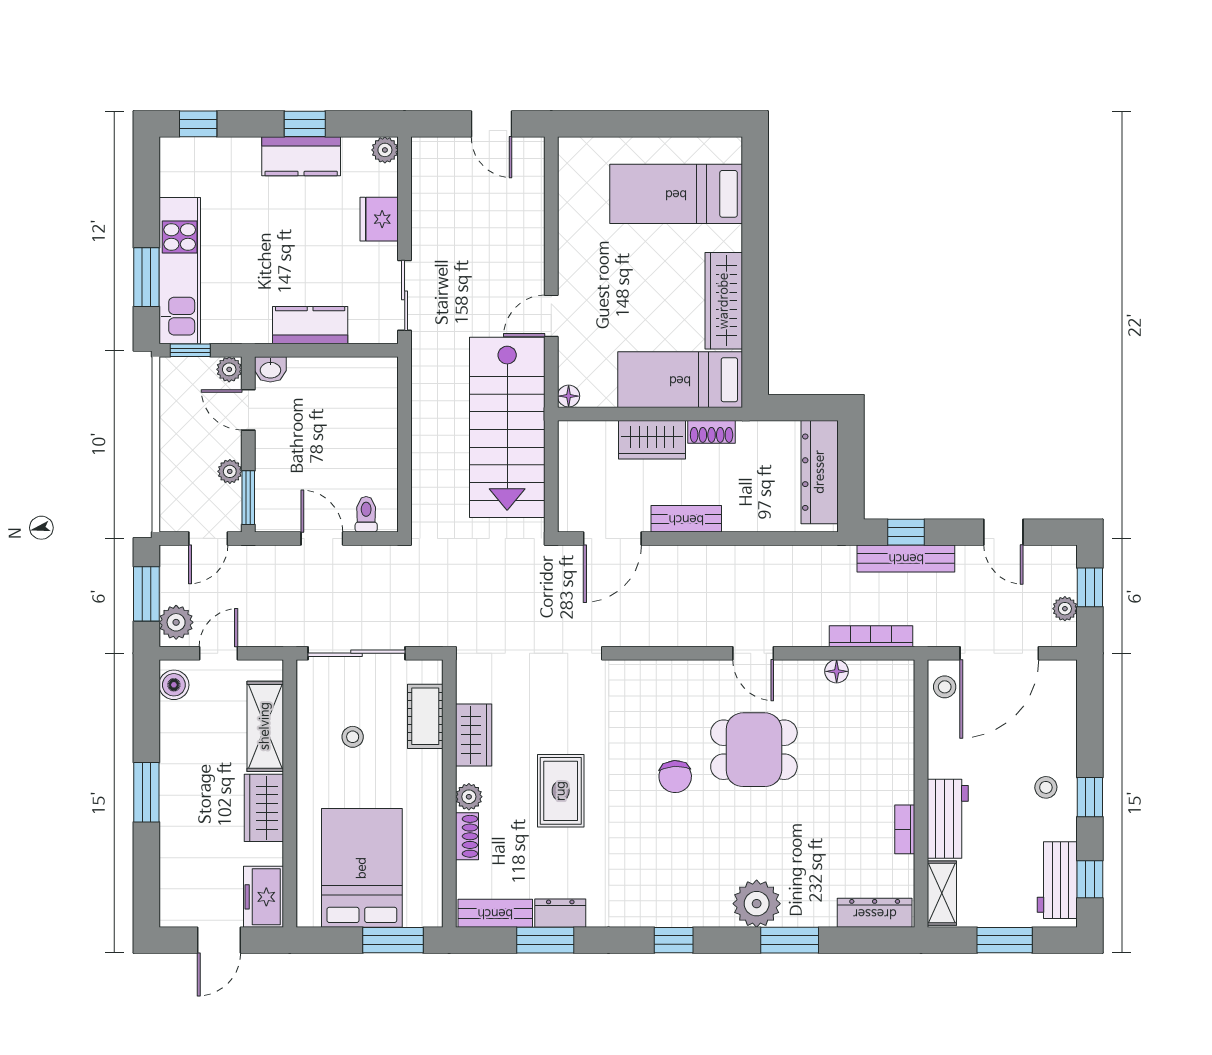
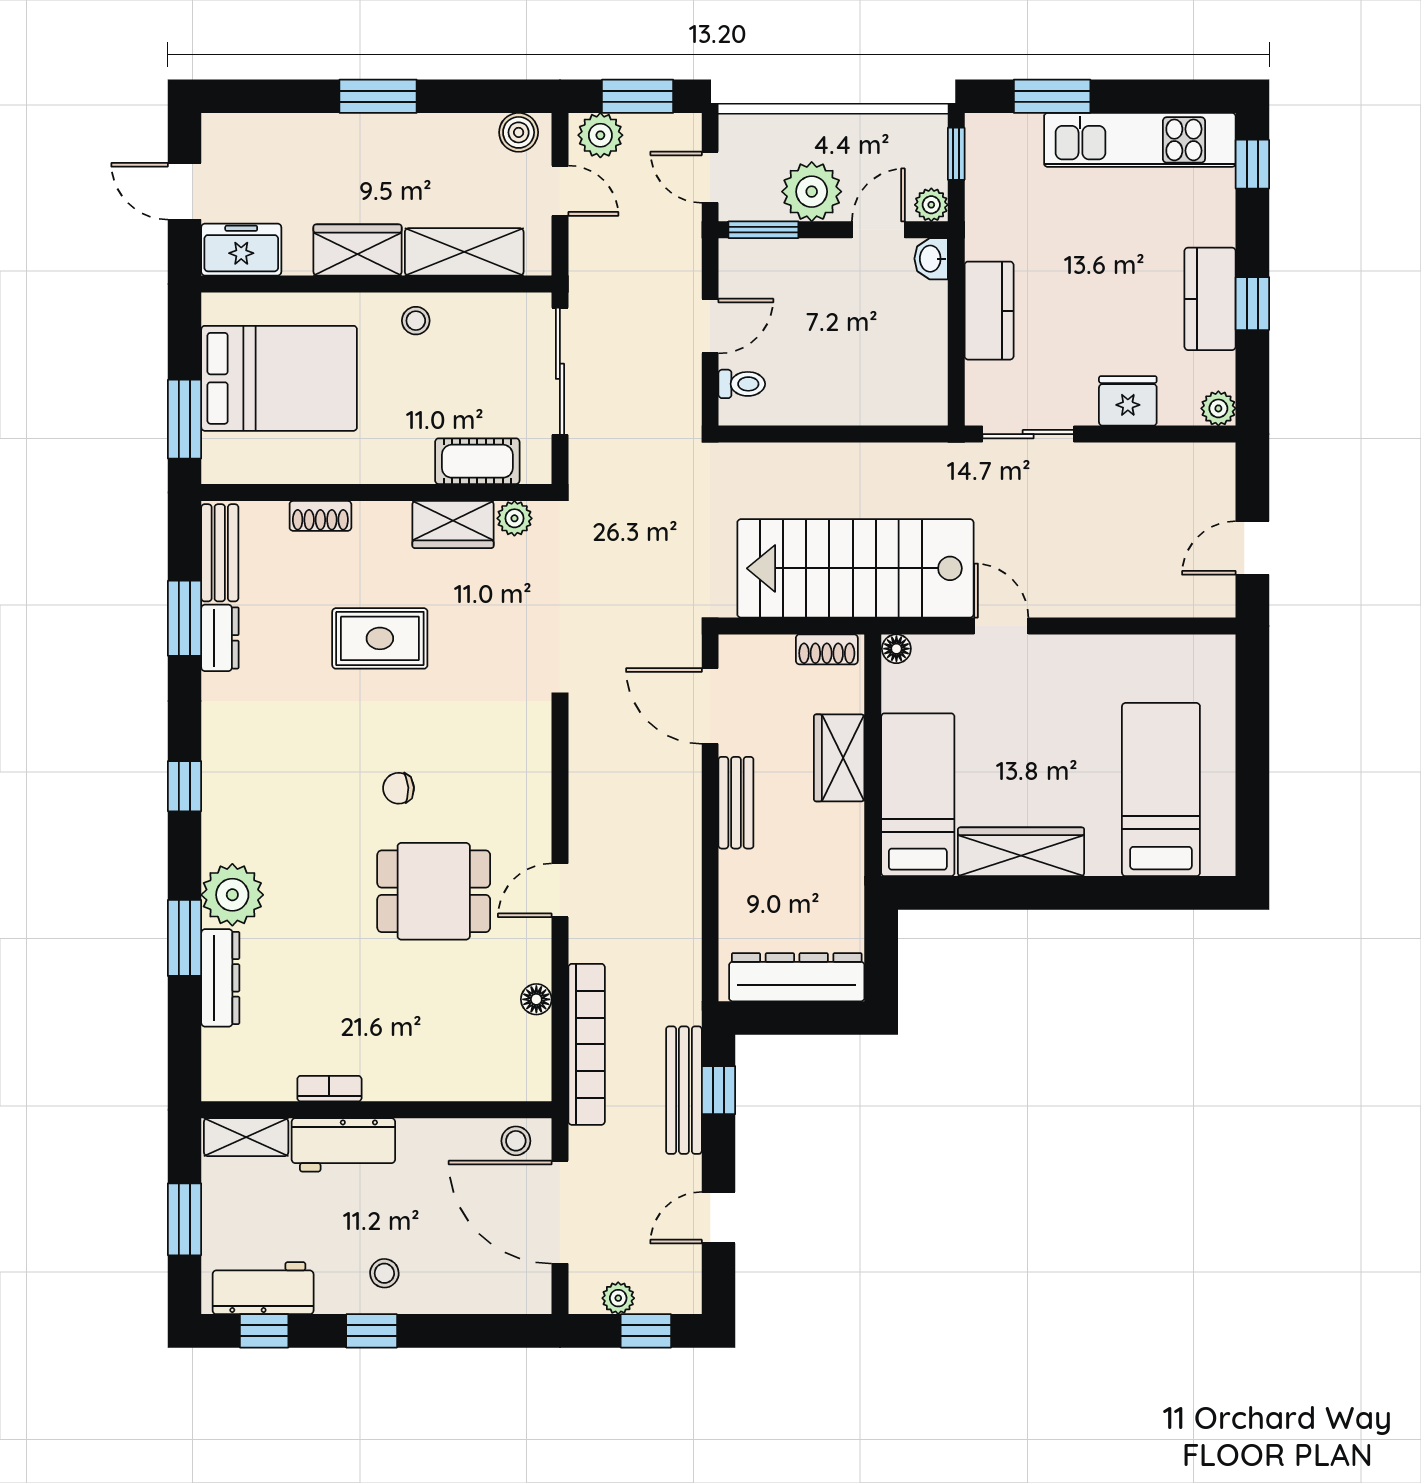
kitchen unit: (180, 271) -> (1140, 140), moved
shoe rack: (712, 432) -> (827, 649), moved, turned -90
plant: (230, 471) -> (812, 192), width x1.88, depth x1.88
bookcase: (871, 636) -> (587, 1044), width x1.48, depth x1.31
stool: (353, 737) -> (416, 321), moved
dining table: (754, 750) -> (434, 891), turned 90
chair: (675, 777) -> (399, 788), width x0.73, depth x0.73
plant: (469, 797) -> (514, 518), moved
dresser: (875, 913) -> (220, 978), moved

